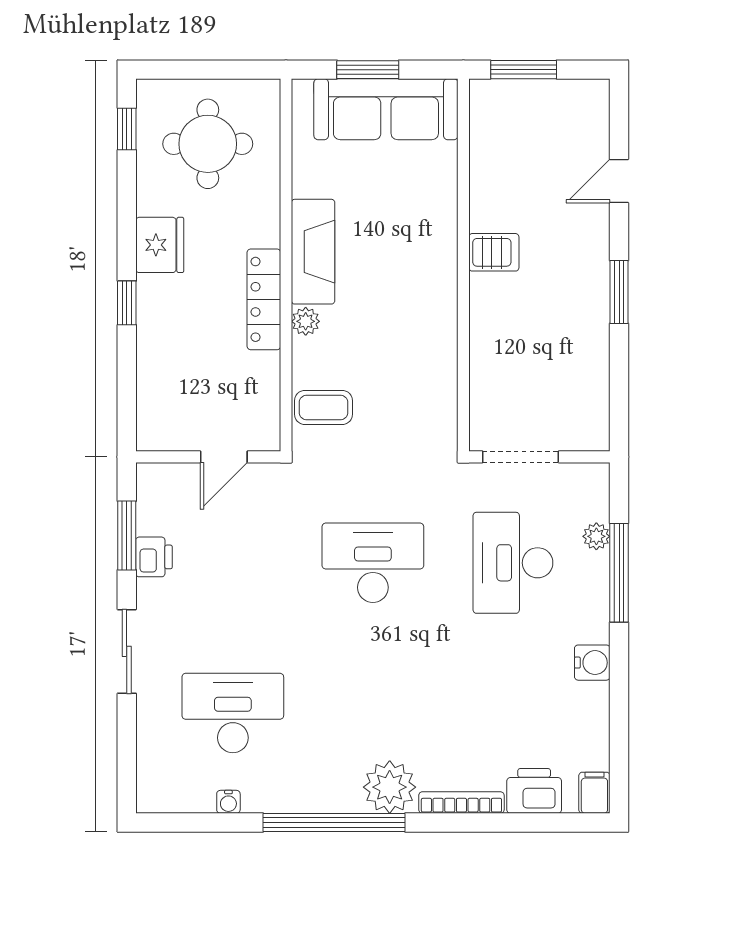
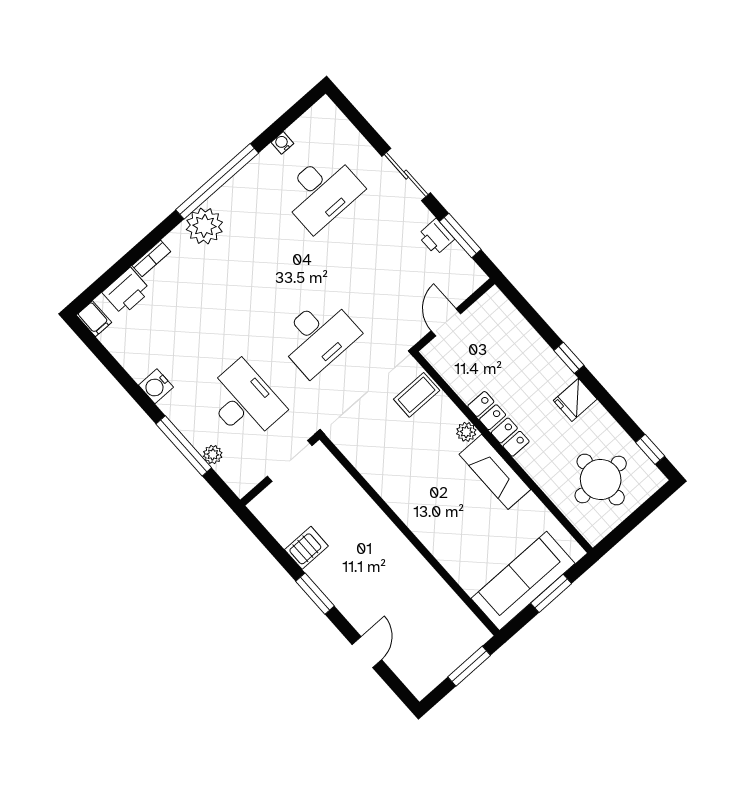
fridge: (160, 245) -> (575, 400), width x0.72
server rack: (494, 252) -> (306, 548), moved, turned 180
bookcase: (461, 803) -> (151, 259), width x0.64

